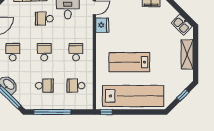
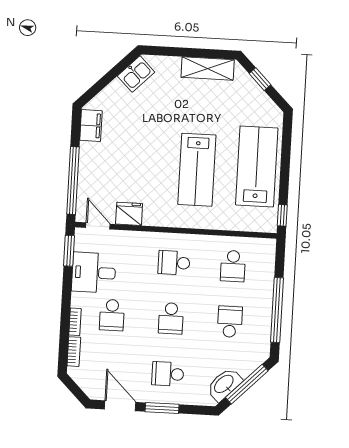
school desk: (44, 52) -> (171, 318), turned -90
shelving: (187, 54) -> (208, 68), moved
lab bench: (133, 96) -> (257, 166), width x0.73

